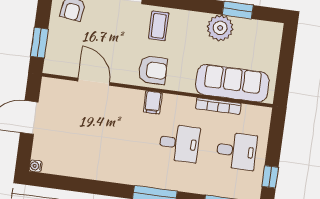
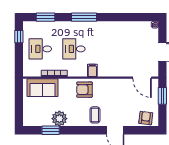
armchair: (153, 70) -> (85, 90), moved
door: (94, 82) -> (142, 78), moved
sofa: (232, 83) -> (42, 88), width x0.73

